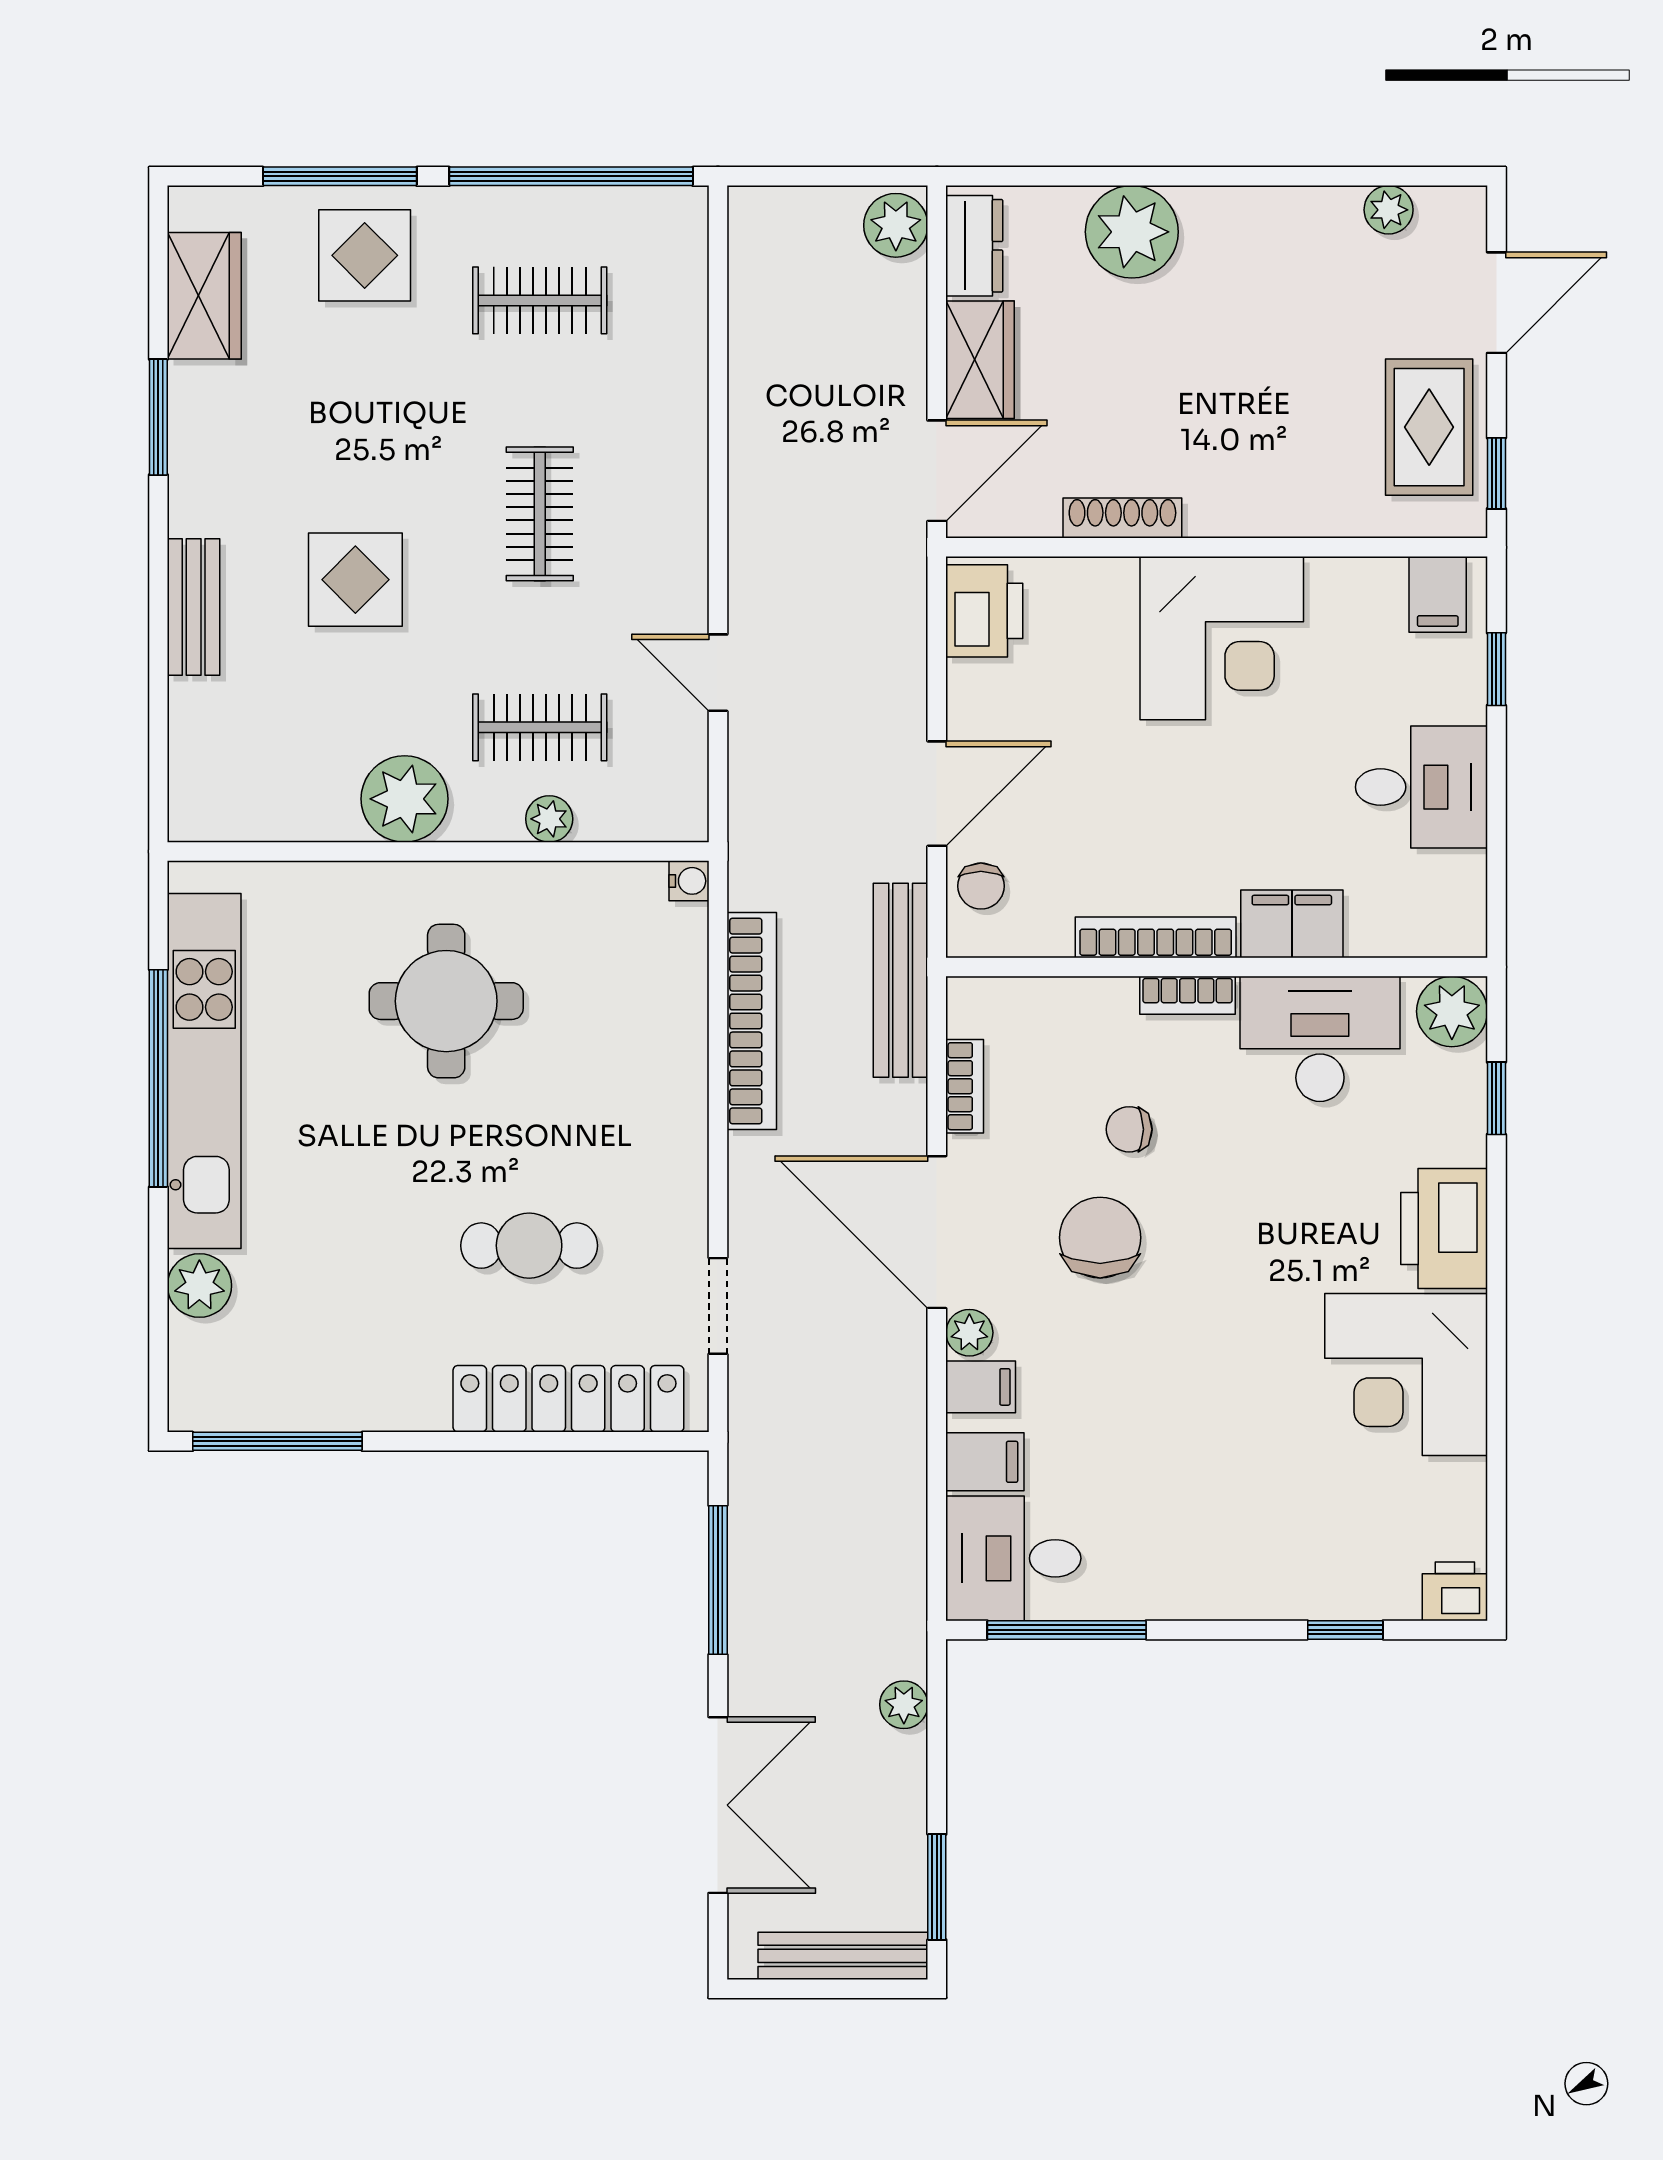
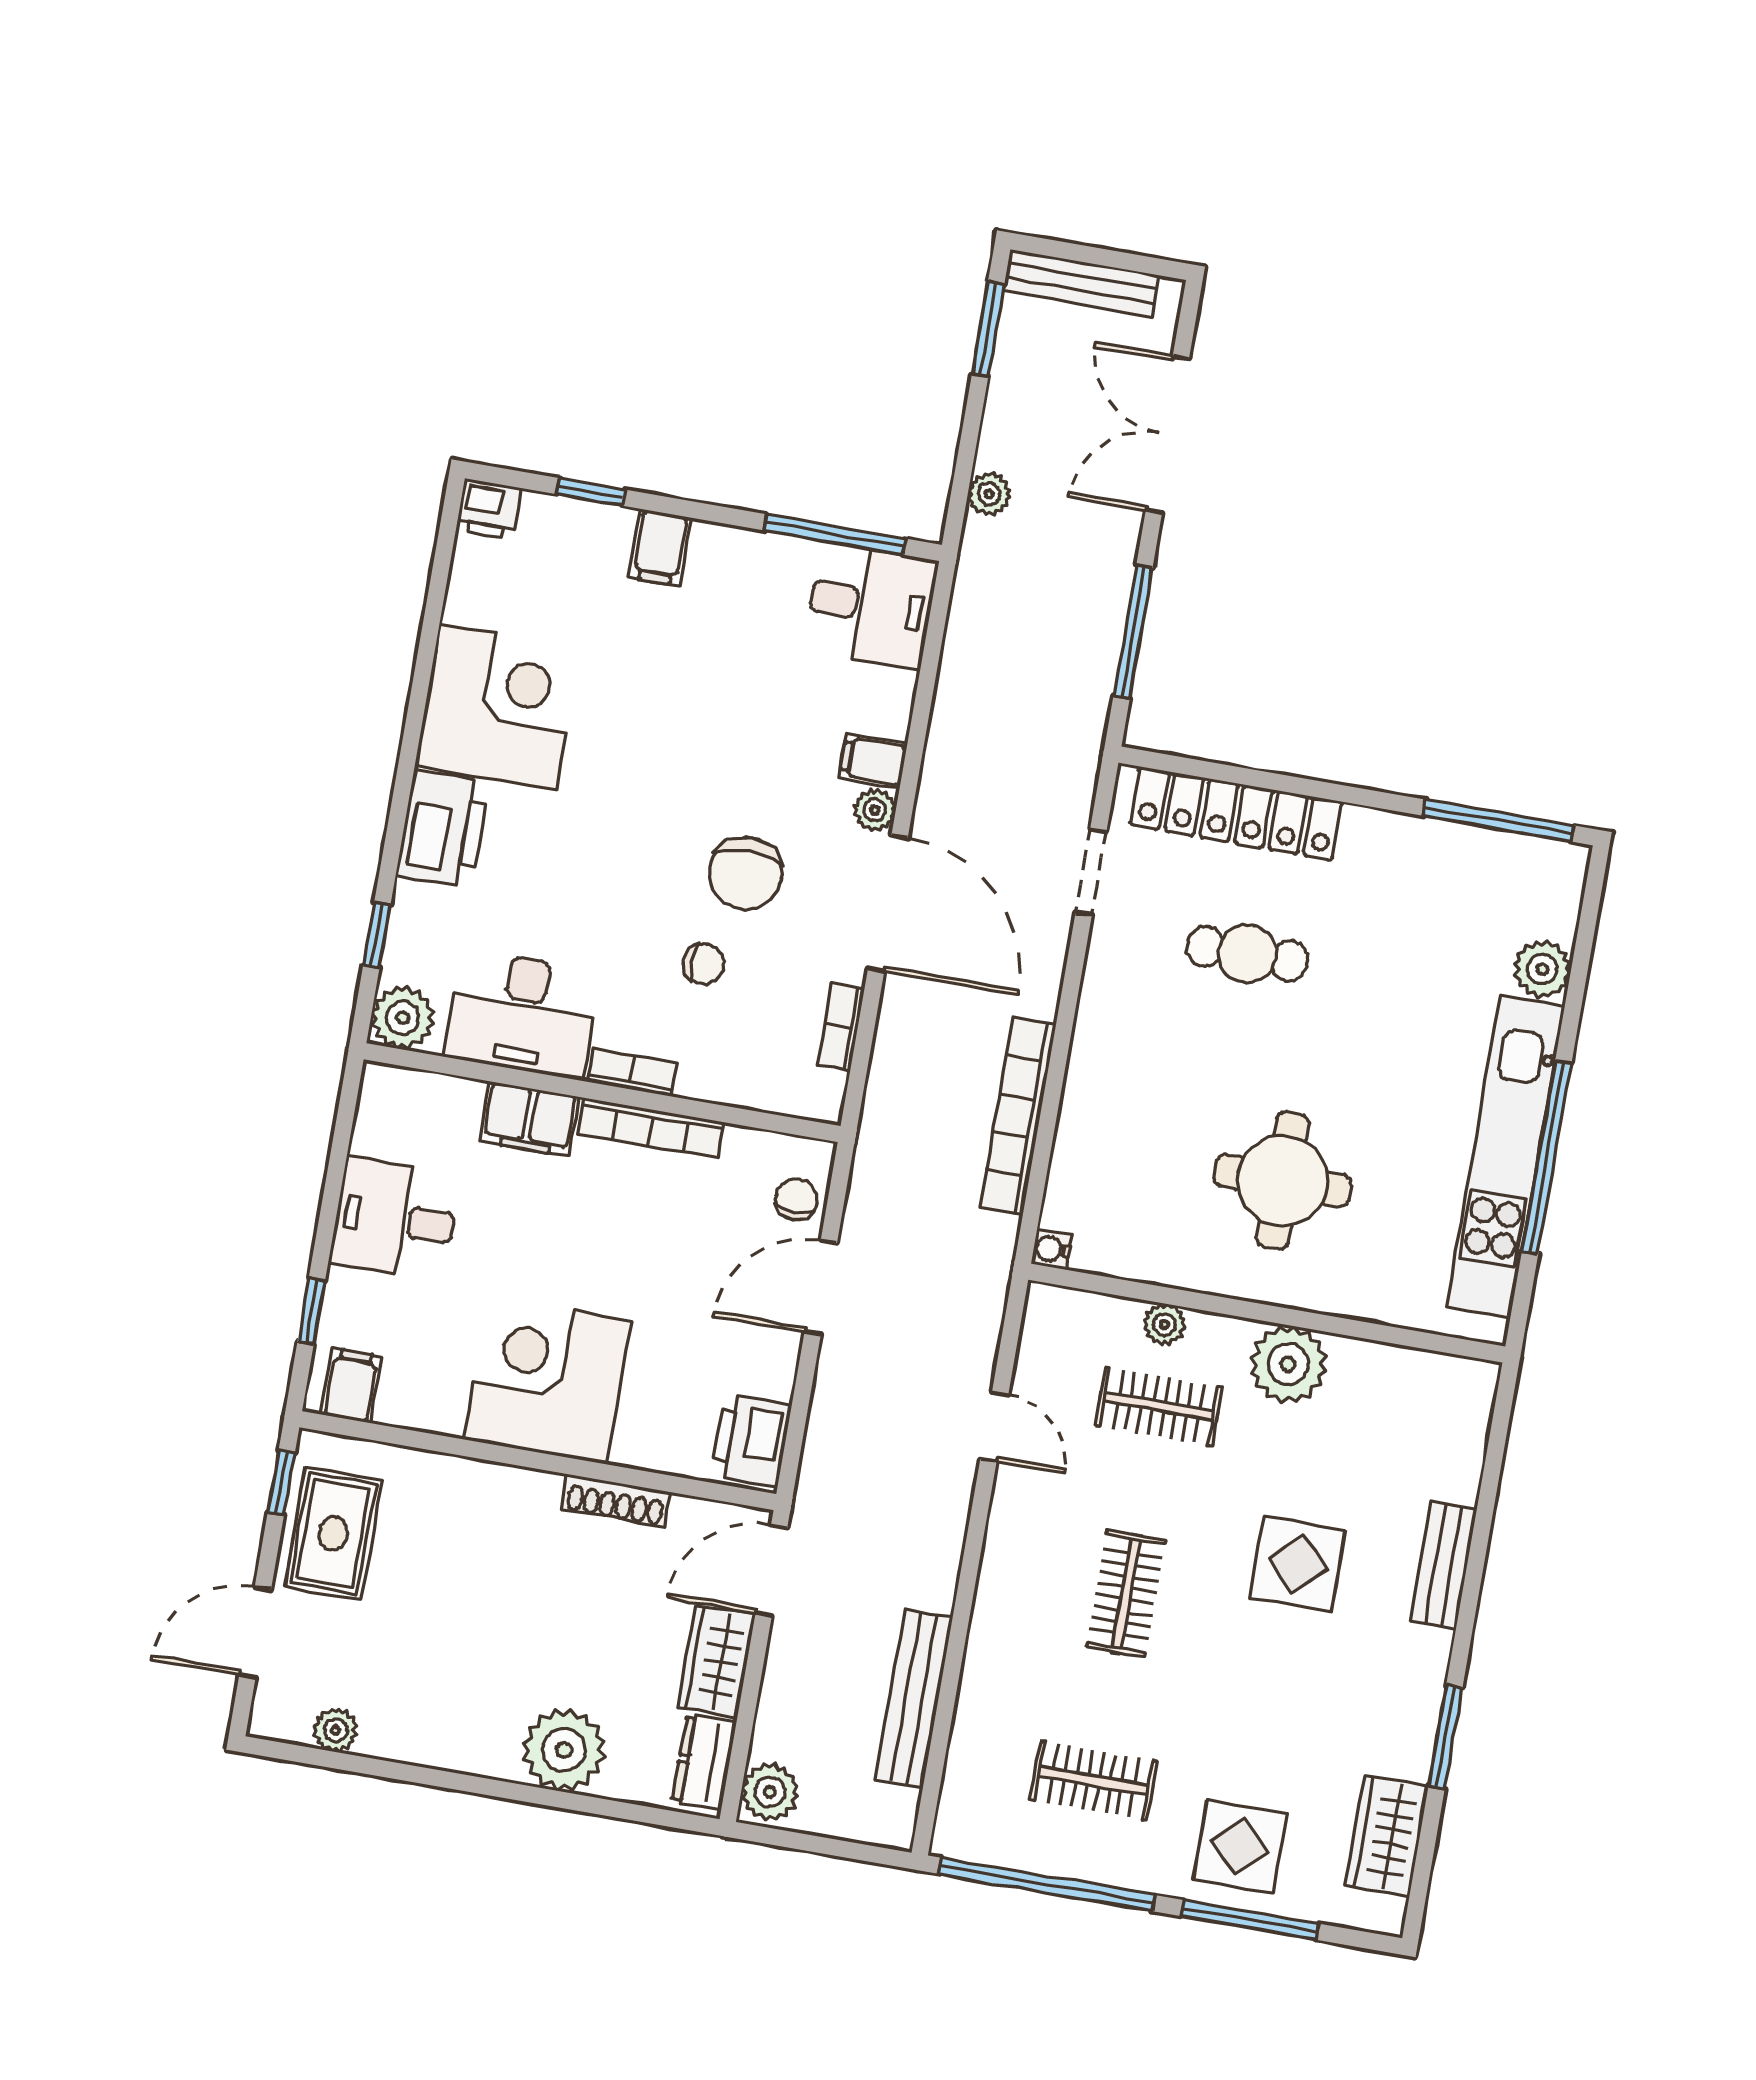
bench: (901, 980) -> (914, 1698), moved
filing cabinet: (985, 1462) -> (660, 547), moved, turned -90

